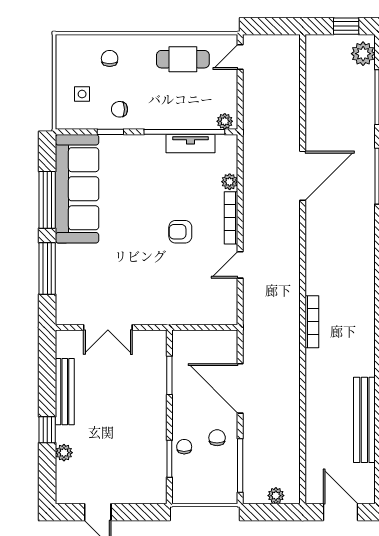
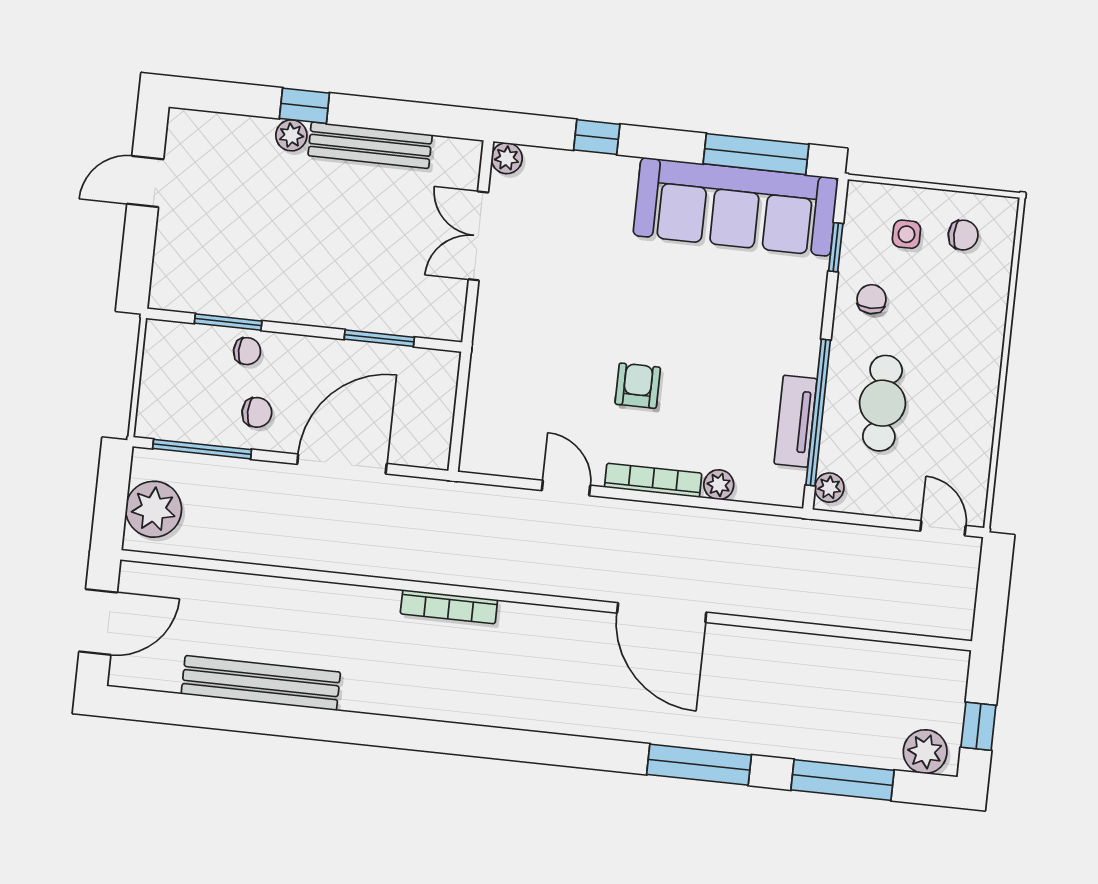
chair: (110, 58) -> (963, 235), moved
cafe table: (183, 59) -> (882, 403), moved
window: (110, 132) -> (836, 247), moved
door: (303, 176) -> (662, 613), moved
window: (47, 200) -> (756, 154), moved
window: (47, 269) -> (597, 137), width x0.46
plant: (64, 316) -> (507, 158), added
plant: (64, 453) -> (291, 135), moved
plant: (276, 496) -> (154, 509), width x1.88, depth x1.88

